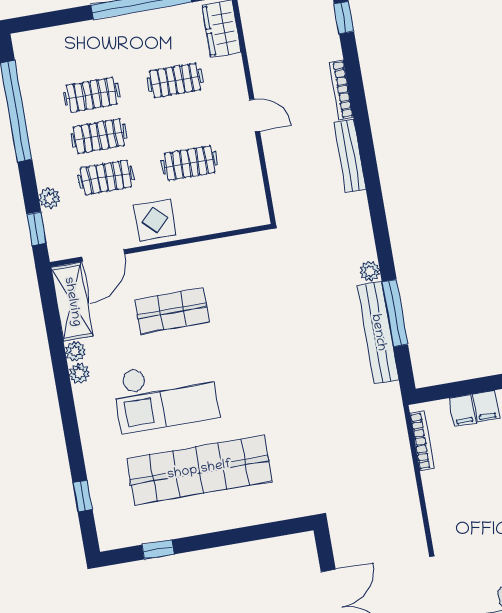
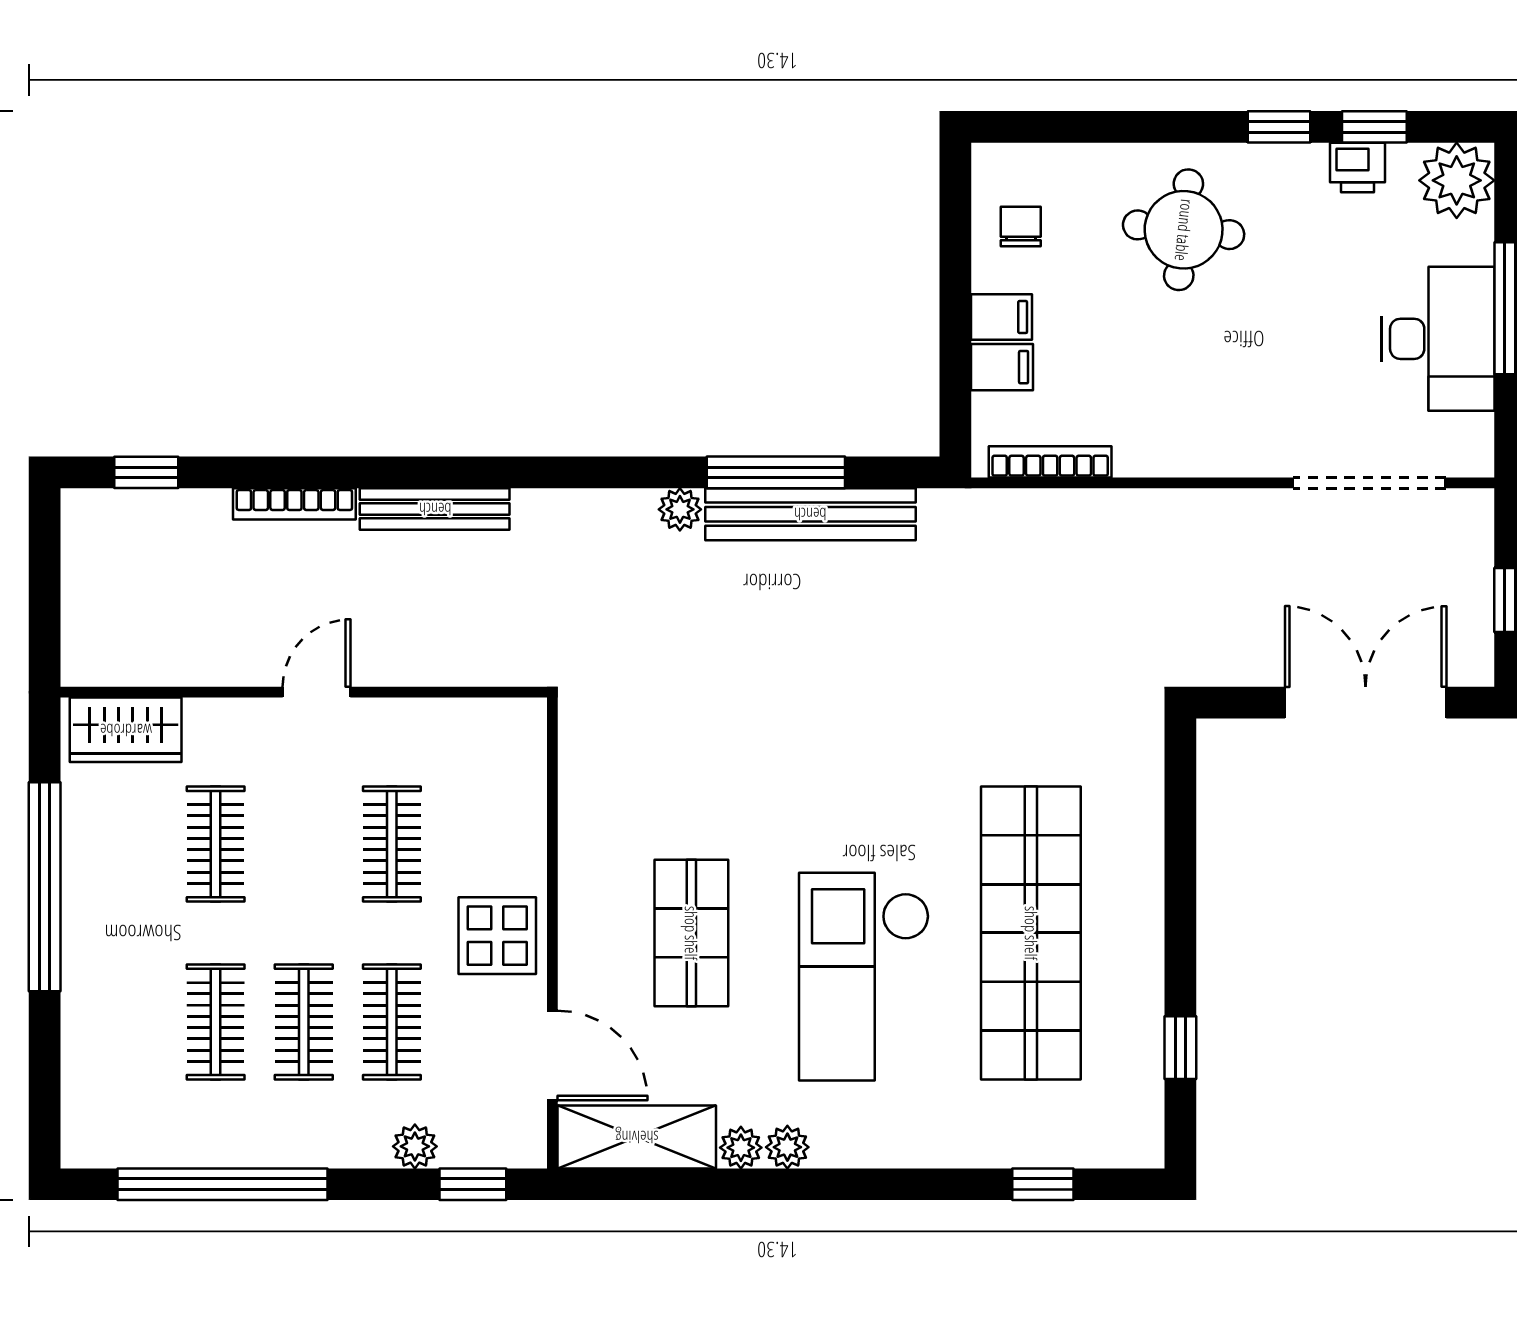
checkout: (166, 395) -> (864, 977), turned 180

